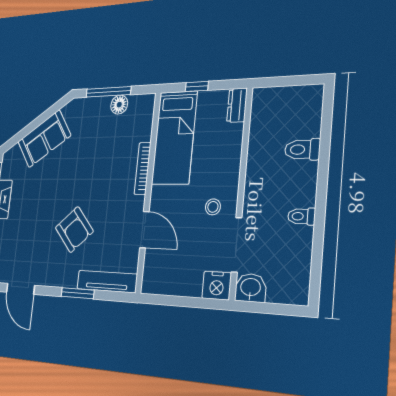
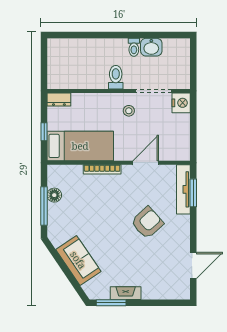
toilet: (302, 149) -> (116, 77), moved, turned 180
washbasin: (250, 288) -> (151, 47), moved, turned -90
window: (78, 293) -> (193, 193), moved

